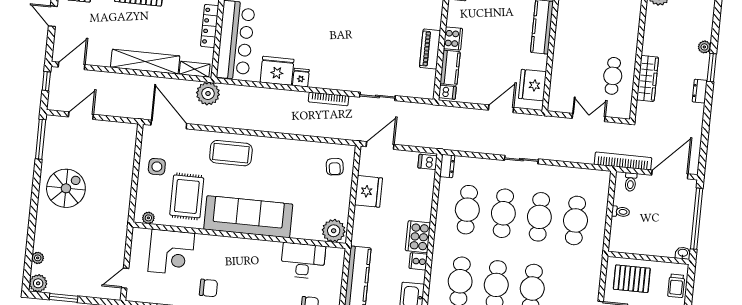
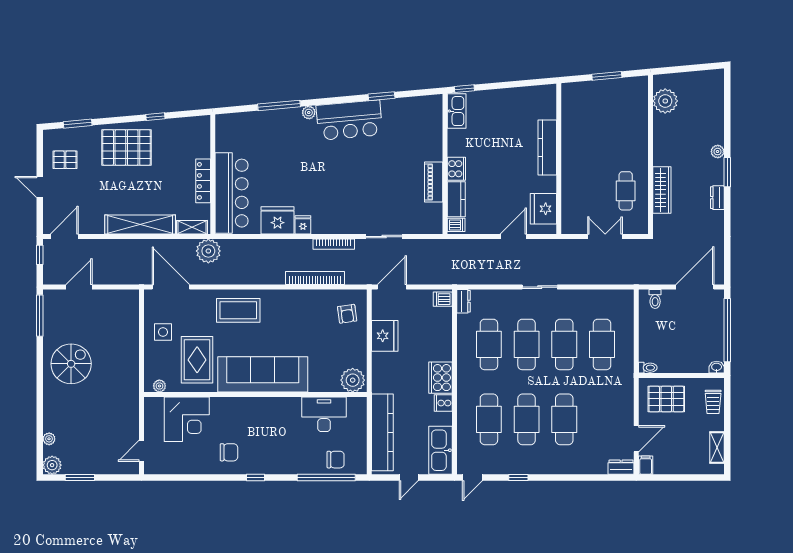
bookcase: (623, 161) -> (315, 278), moved
toilet: (621, 212) -> (648, 368), moved

